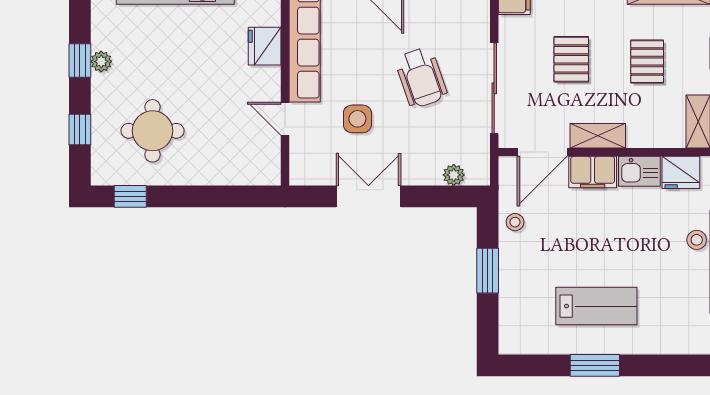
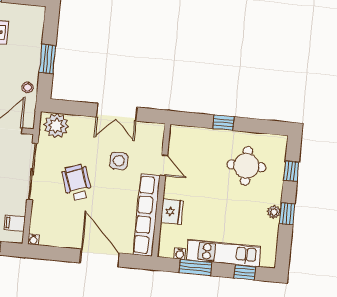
plant: (454, 175) -> (56, 126), width x1.88, depth x1.88
window: (130, 196) -> (224, 123), moved

